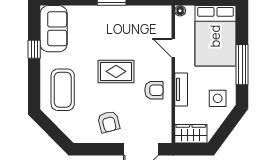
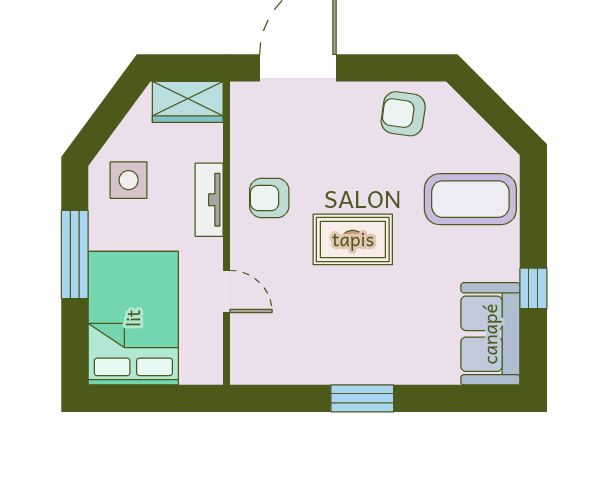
floor lamp: (180, 11) -> (211, 373), removed
coffee table: (63, 90) -> (470, 199), turned 90
armchair: (109, 122) -> (403, 114), moved, turned -68

